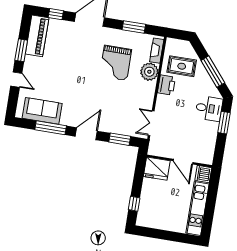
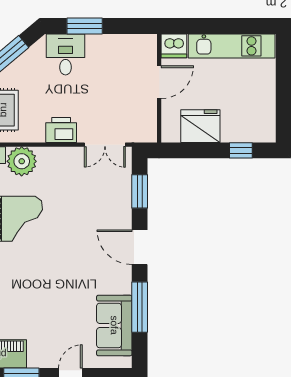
printer: (166, 85) -> (61, 130), moved
fridge: (157, 169) -> (200, 126), moved, turned -90

